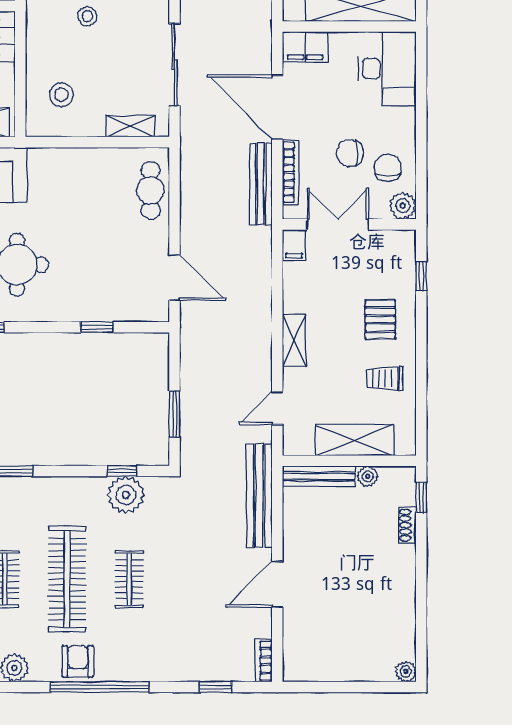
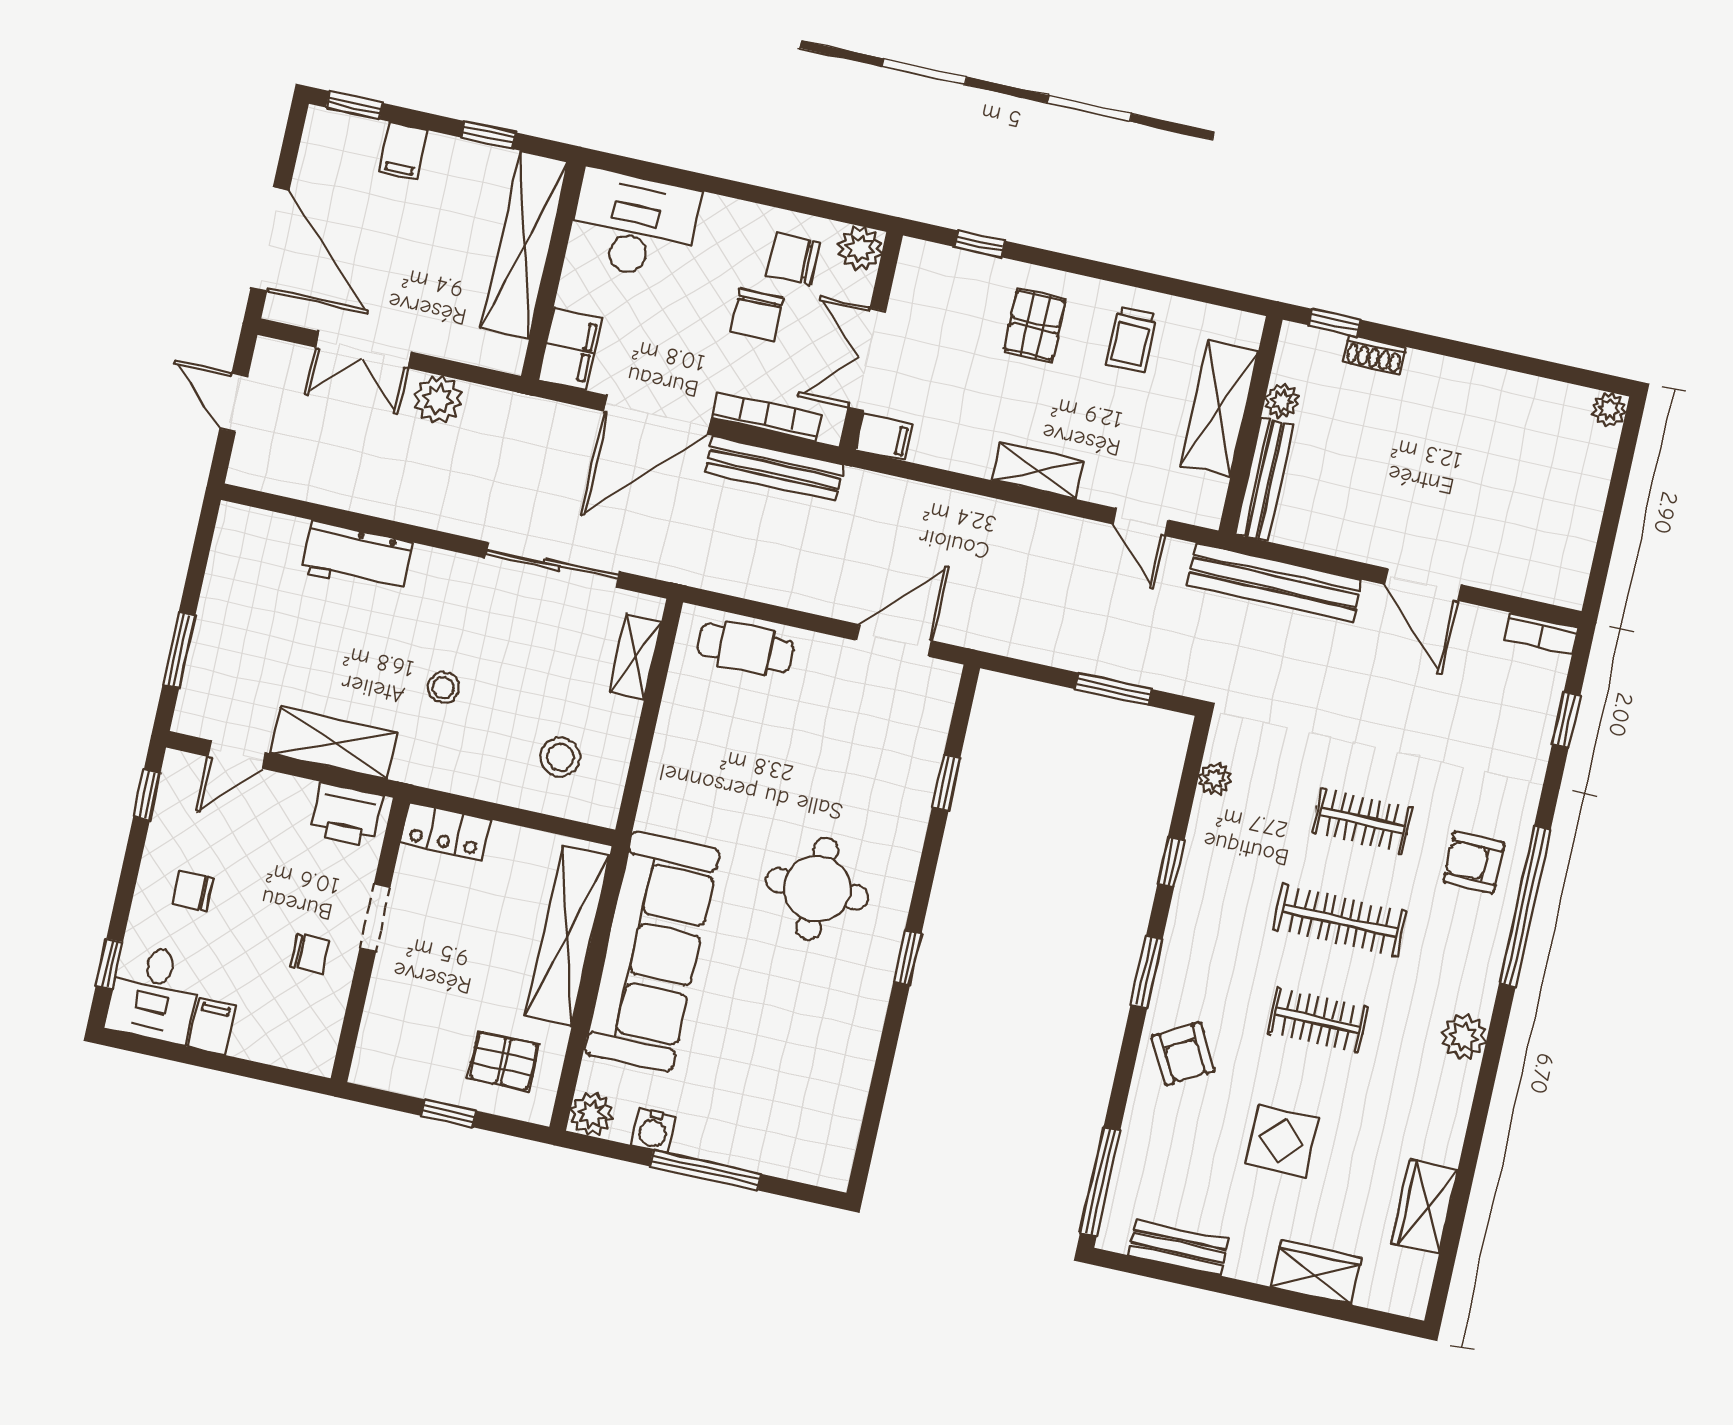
pallet: (380, 320) -> (1035, 325), turned 90
window: (122, 471) -> (1171, 862), moved
plant: (126, 495) -> (1215, 779), width x0.53, depth x0.53
clothes rail: (67, 579) -> (1340, 920), width x0.73, depth x0.76
armchair: (78, 661) -> (1474, 862), moved

